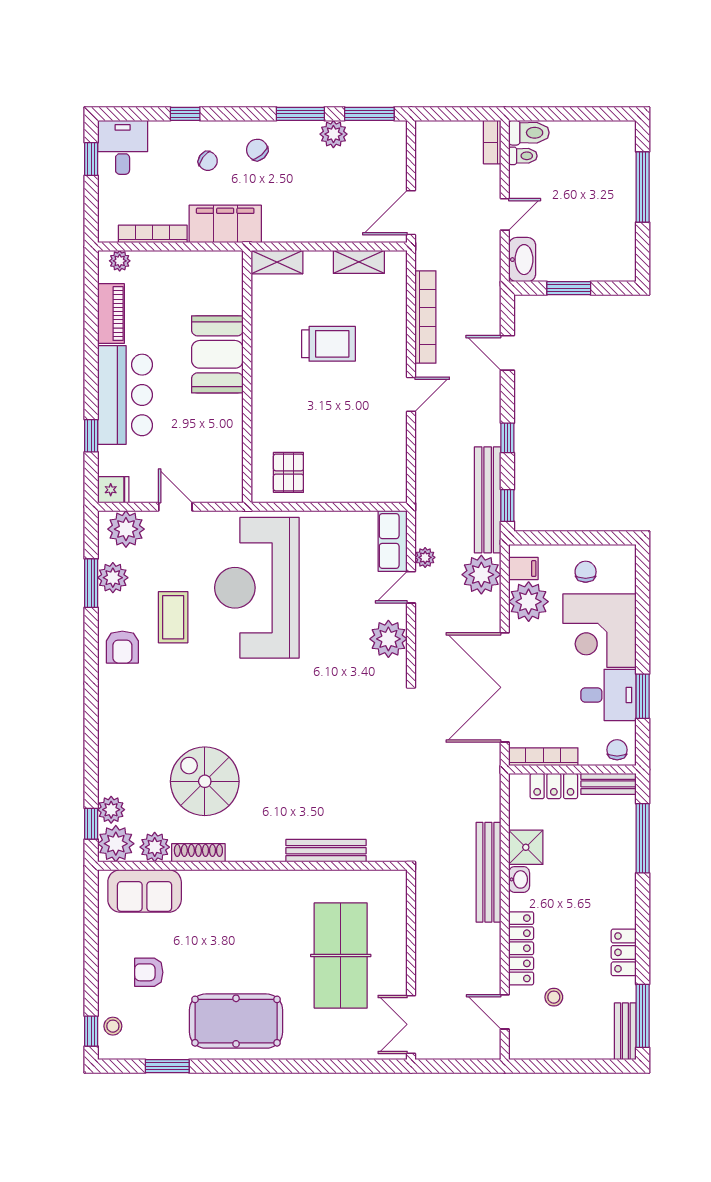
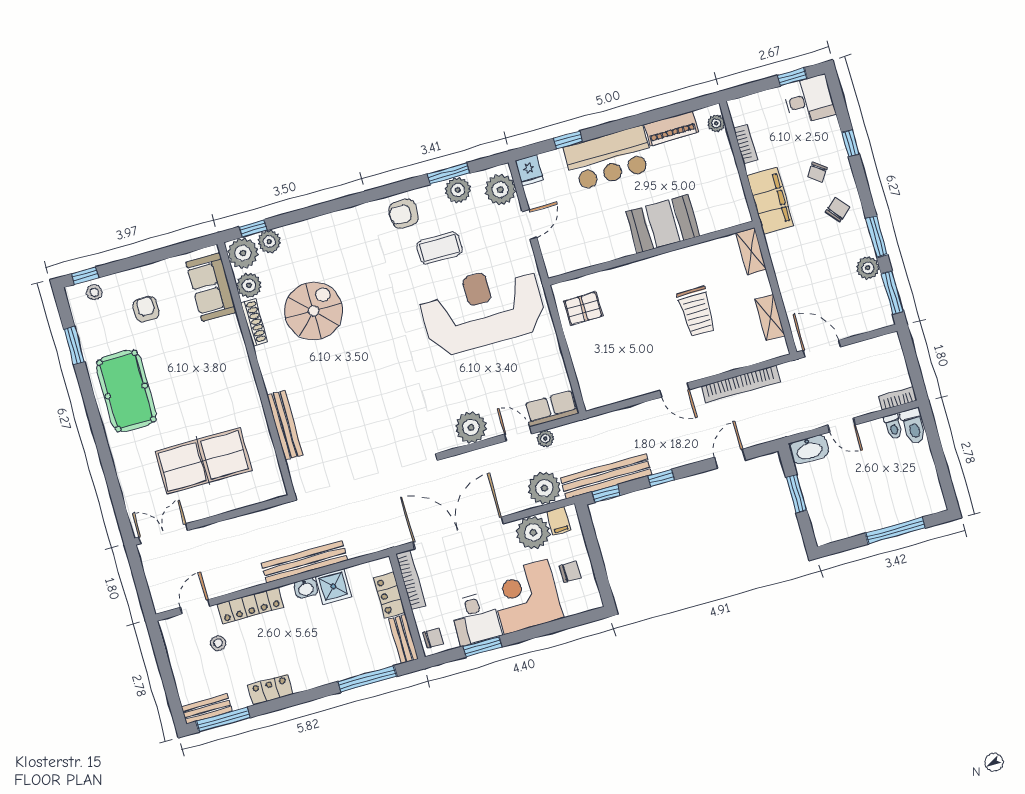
bookcase: (153, 234) -> (746, 144), width x0.64

